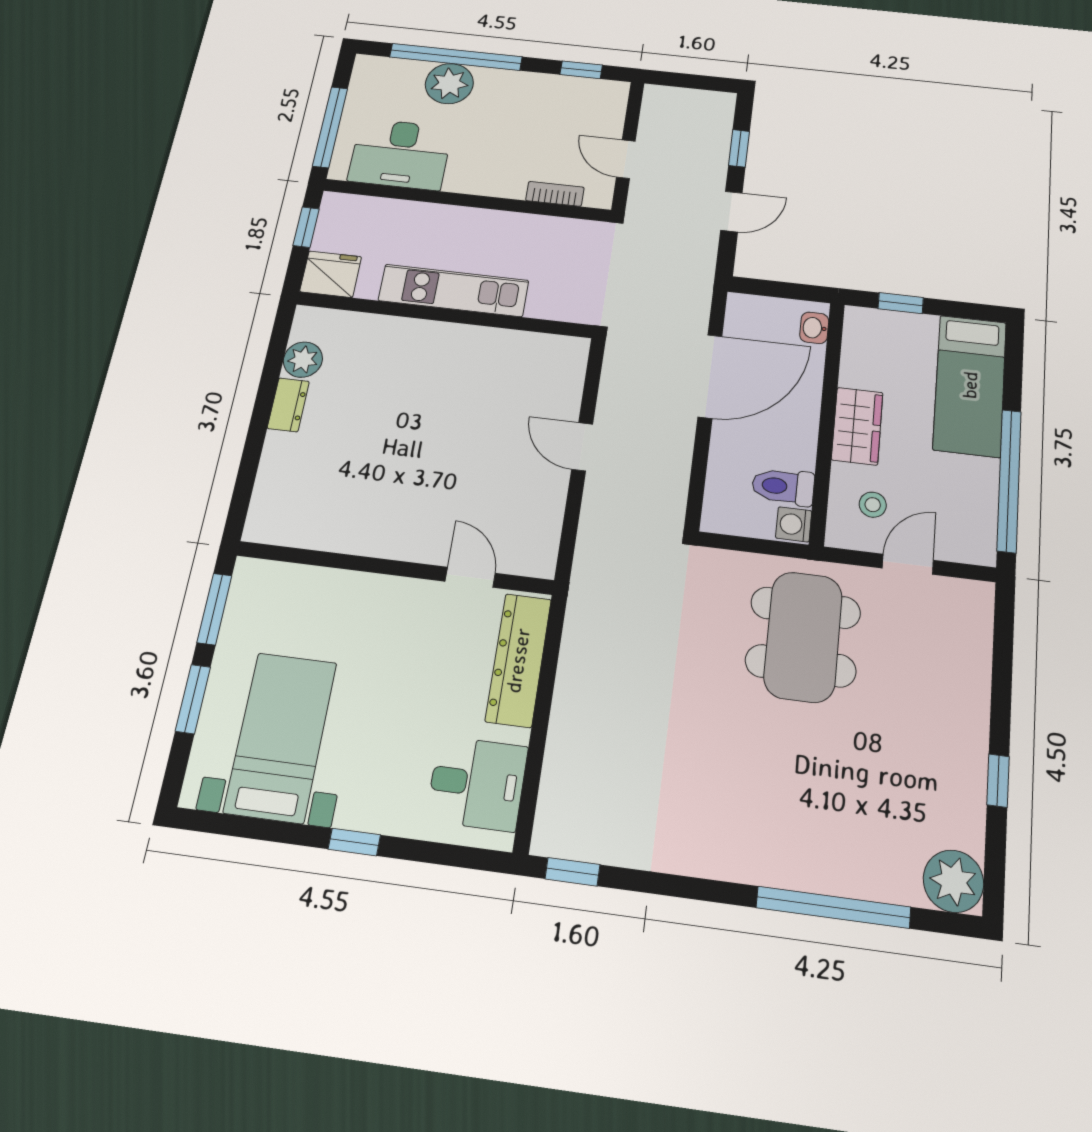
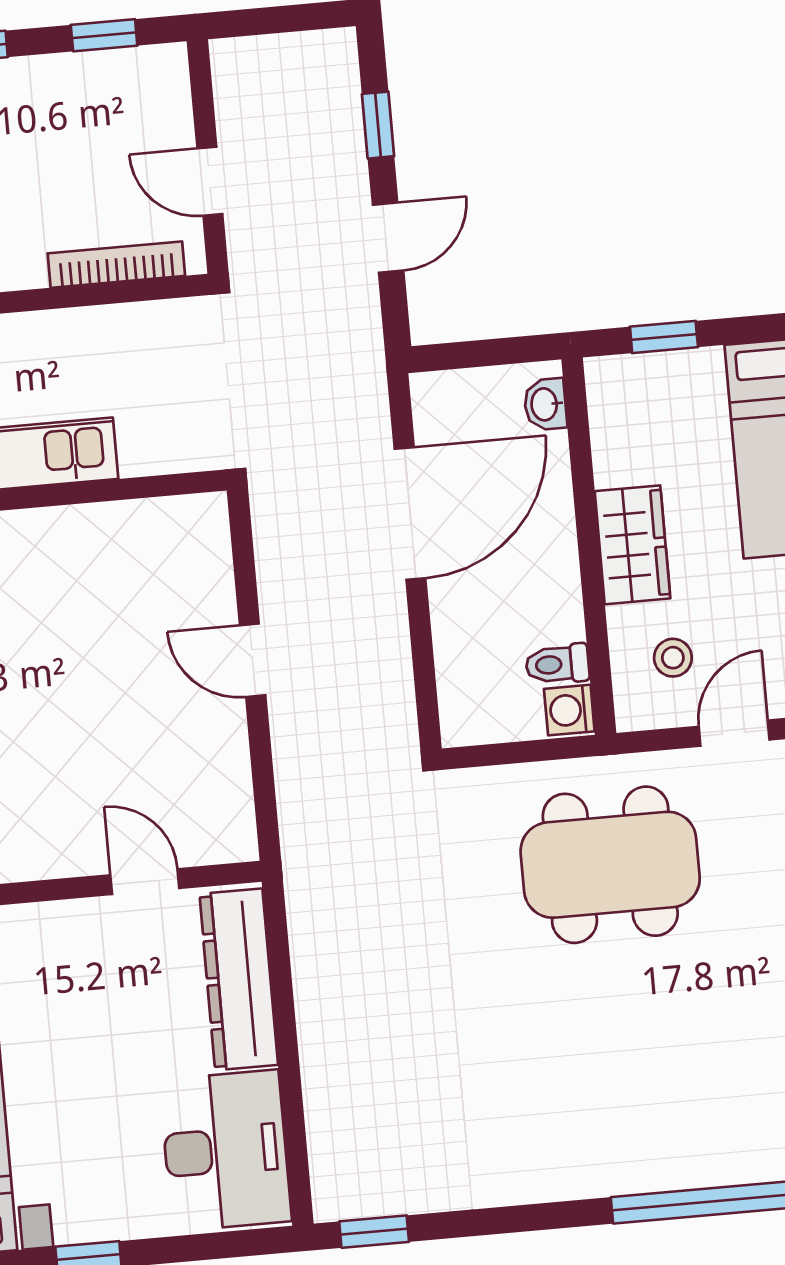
bookcase: (555, 194) -> (116, 265), width x1.56
toilet: (783, 487) -> (557, 664), width x0.73, depth x0.72
dining table: (803, 637) -> (610, 865), turned 90
desk: (477, 783) -> (225, 1150), width x1.37

